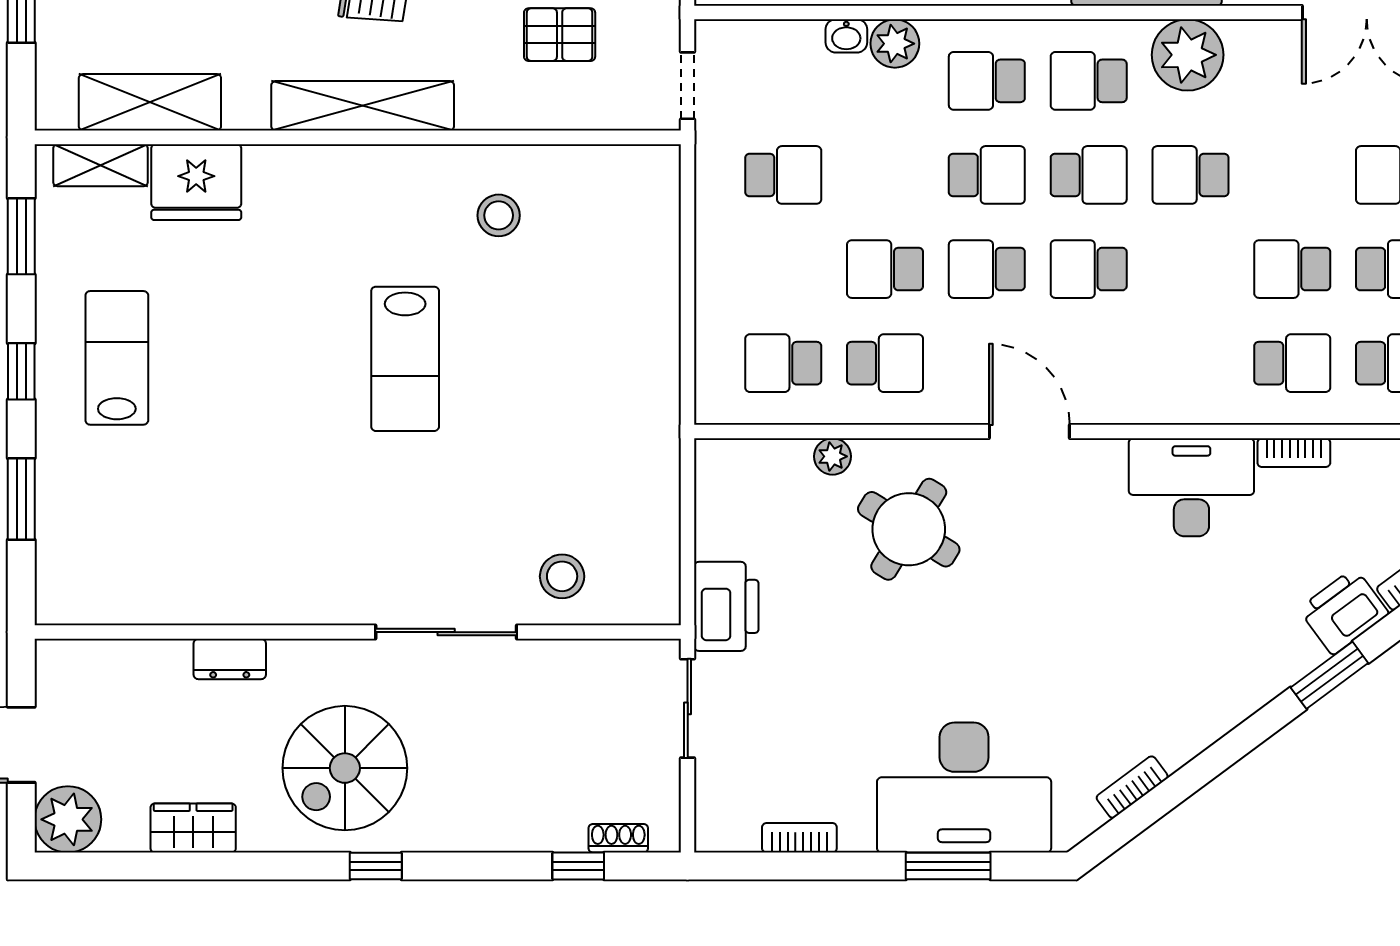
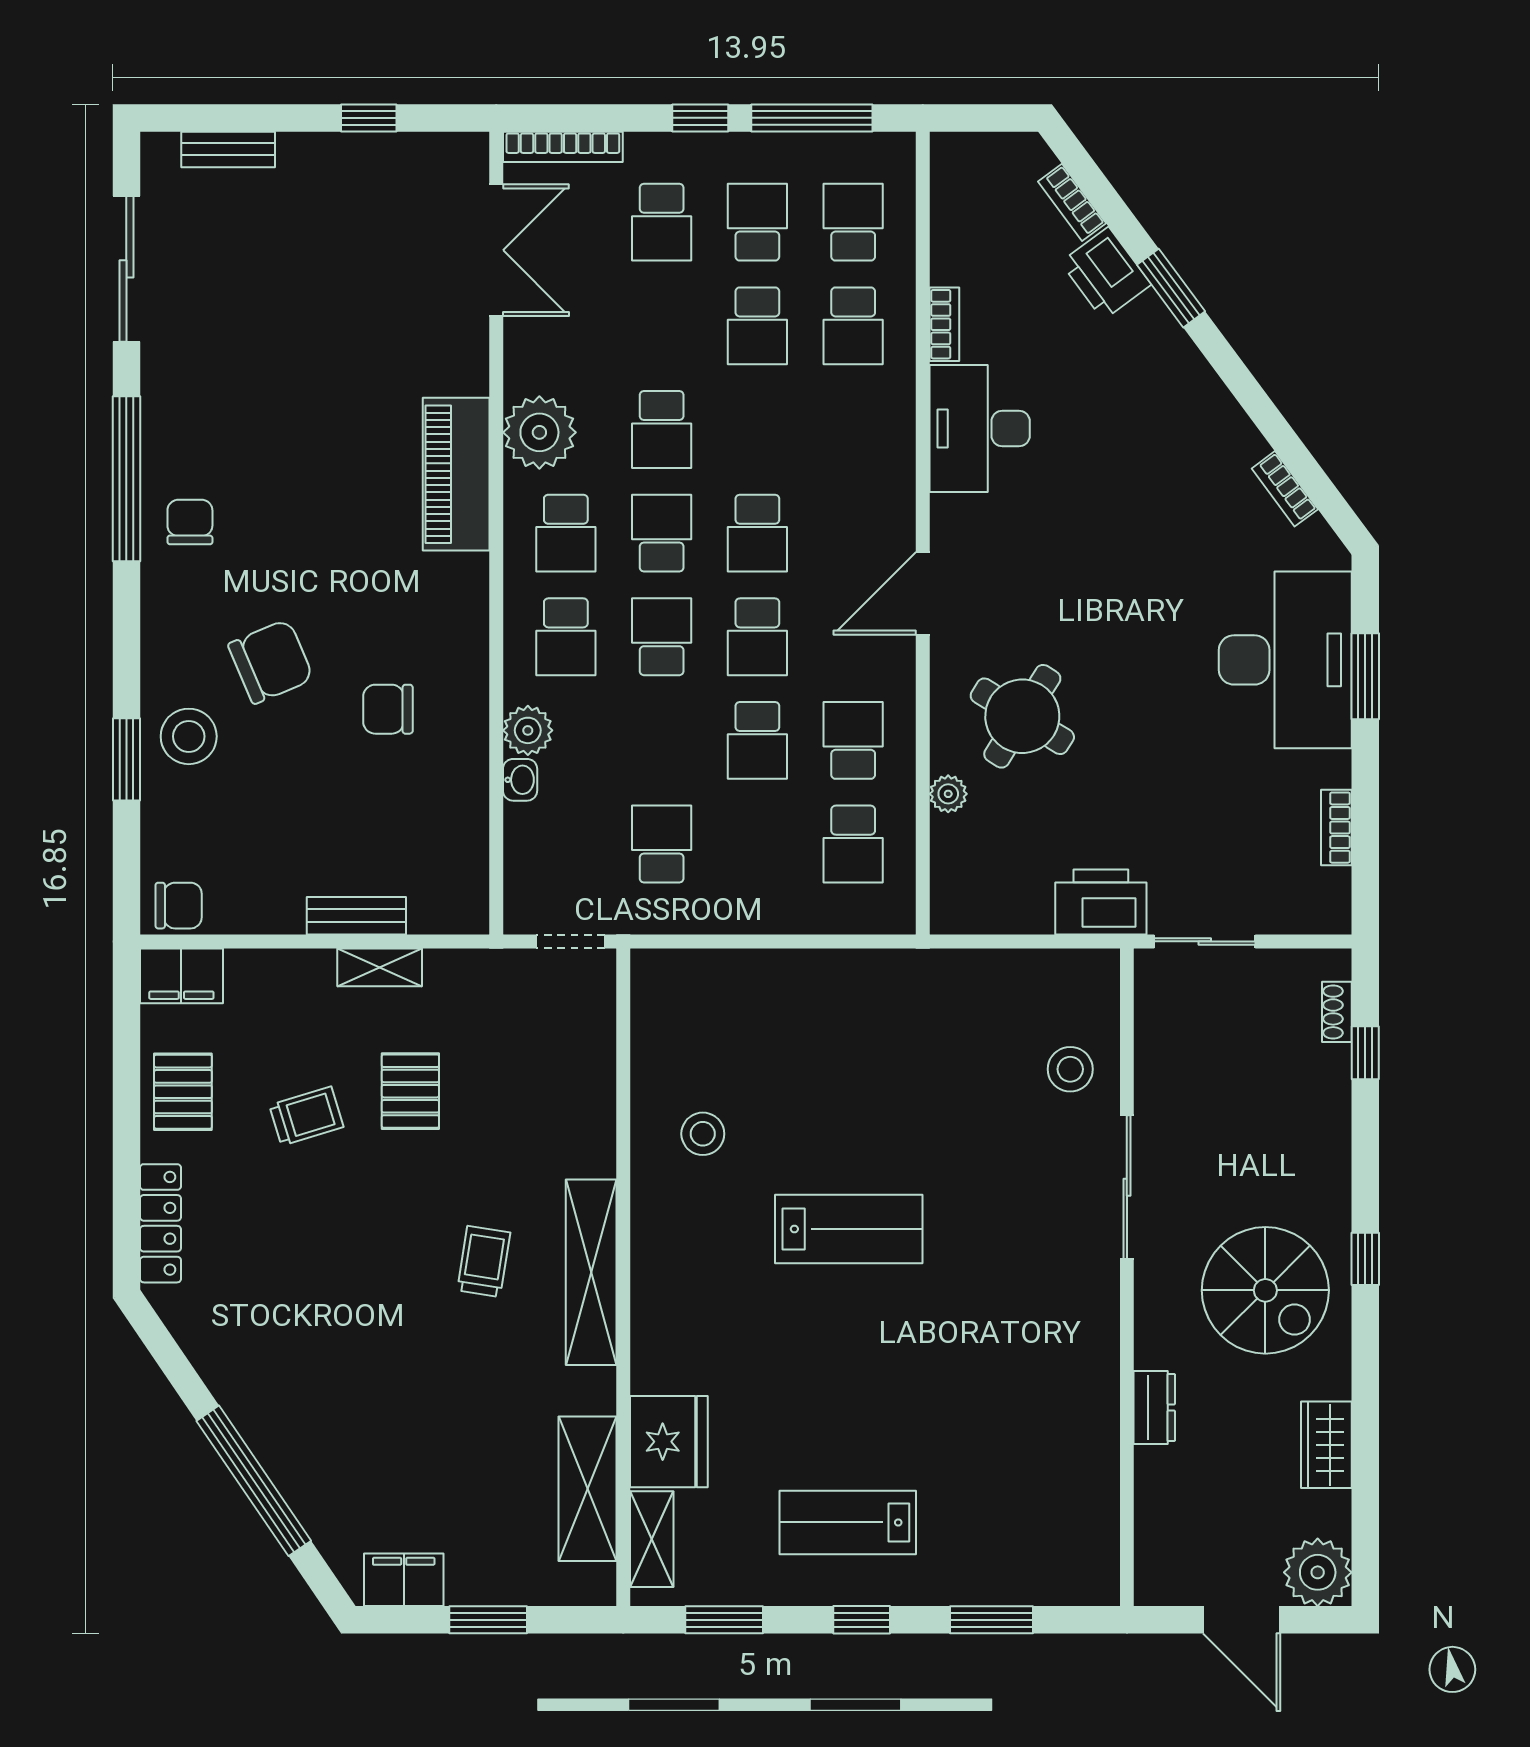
pallet: (560, 35) -> (519, 1072), removed
school desk: (1292, 363) -> (853, 326), turned 180

